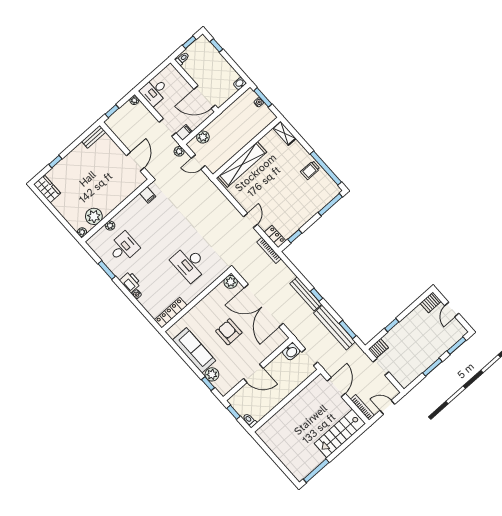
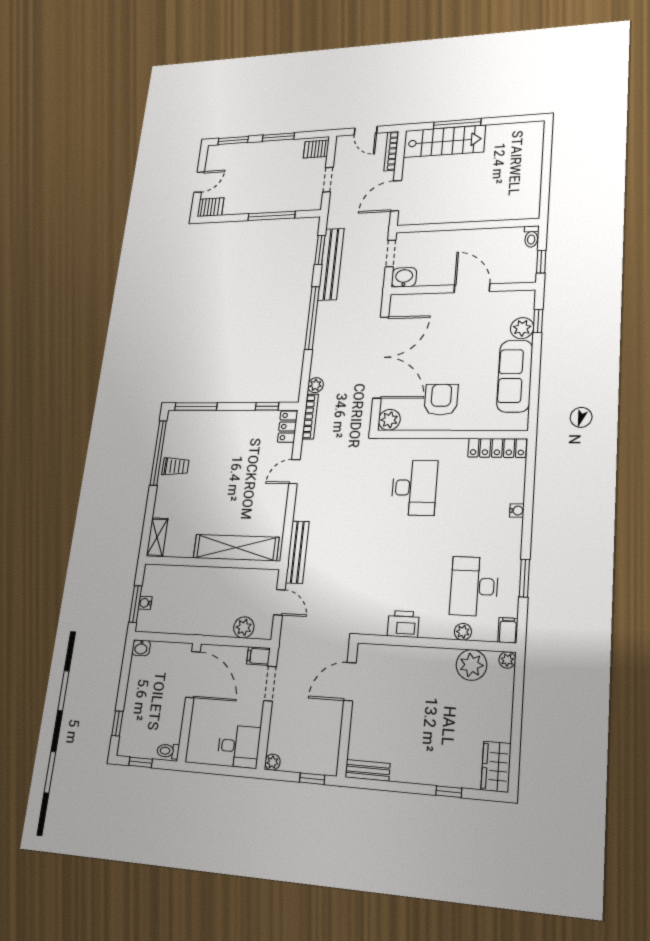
plant: (179, 151) -> (316, 385), moved
filing cabinet: (148, 195) -> (508, 630), moved
desk: (123, 248) -> (474, 586), width x1.37
printer: (130, 282) -> (403, 624), moved, turned 90
bench: (306, 294) -> (297, 552), moved
window: (317, 295) -> (312, 318), width x3.17
window: (392, 325) -> (272, 216), width x2.17
armchair: (229, 332) -> (441, 400), moved, turned 180
server rack: (378, 348) -> (316, 149), moved
window: (316, 471) -> (457, 124), moved

